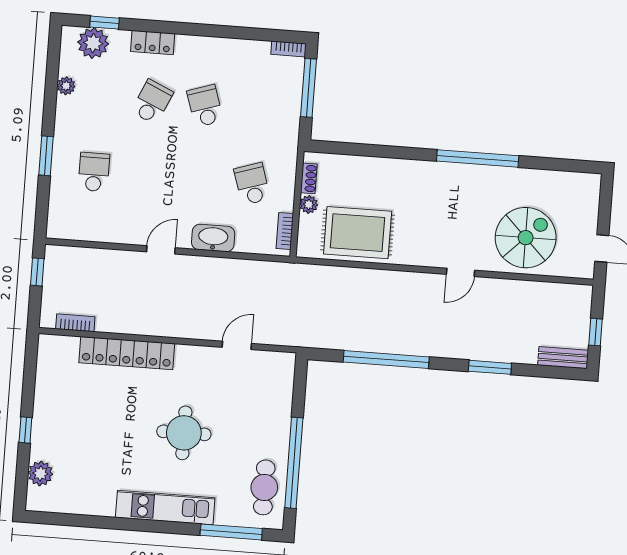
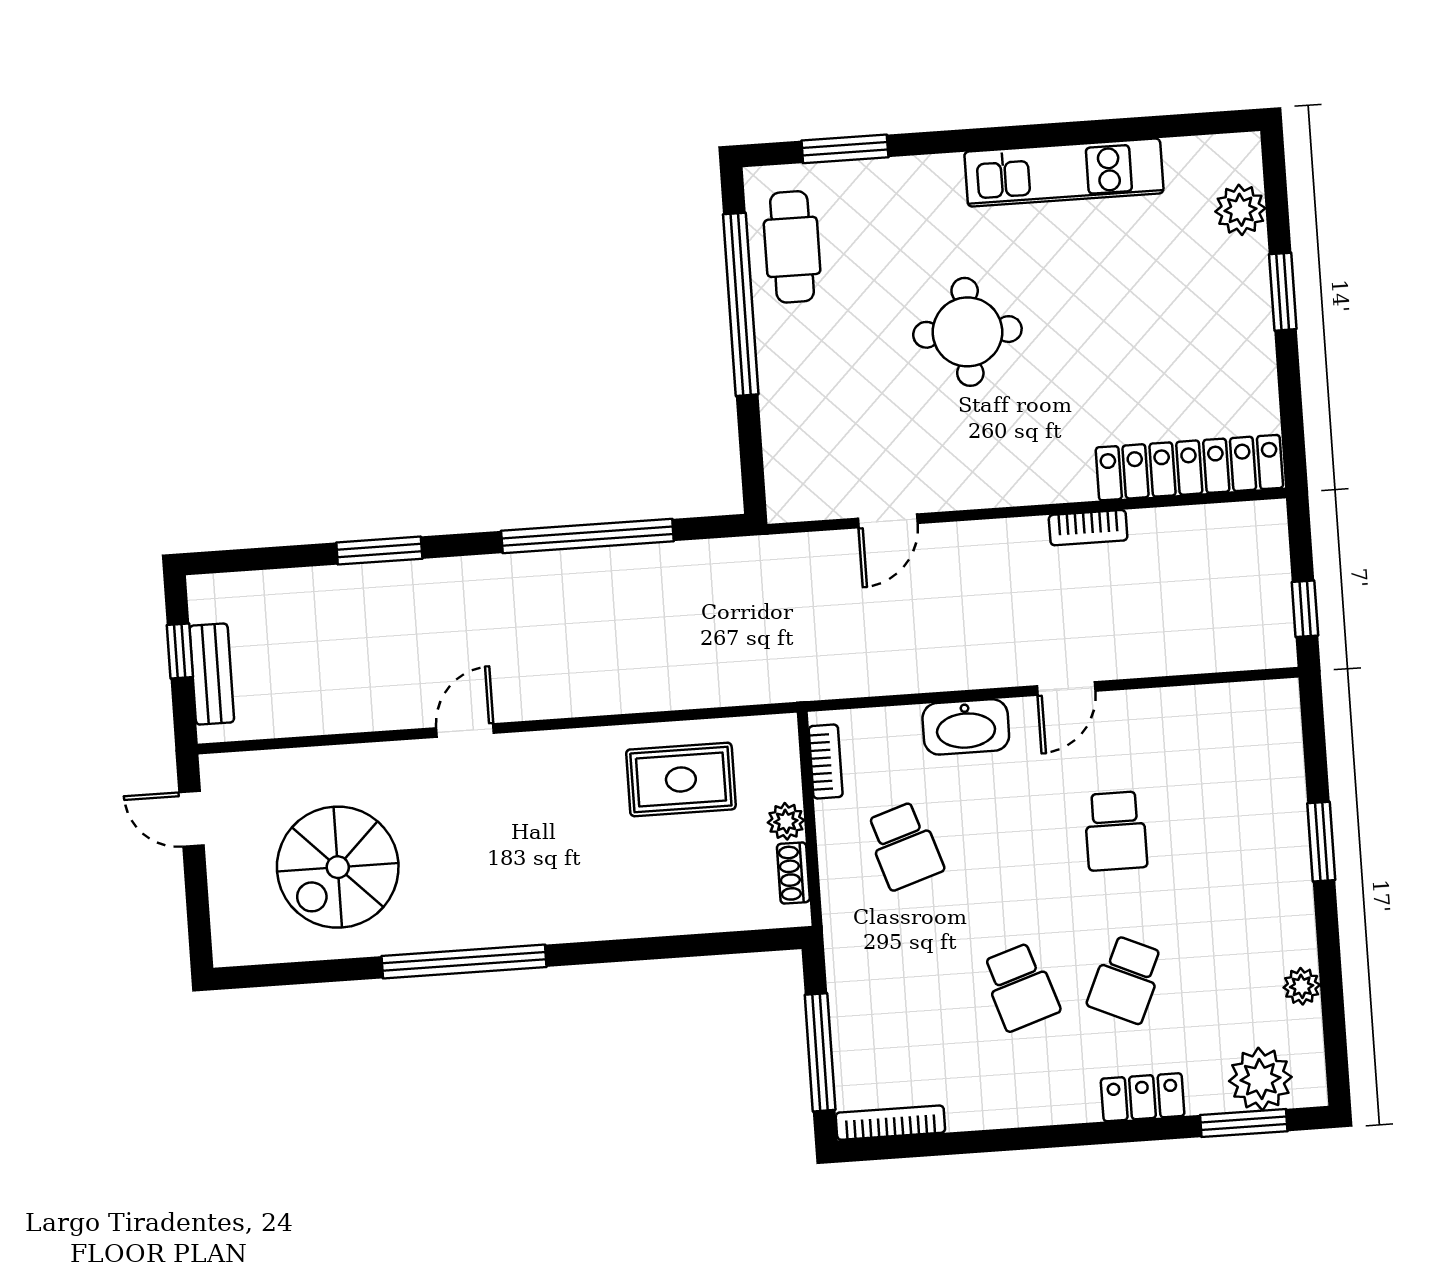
window: (105, 23) -> (1244, 1123), width x1.50
bookcase: (289, 49) -> (890, 1123), width x1.56
school desk: (94, 172) -> (1116, 831), moved
rug: (358, 233) -> (681, 779), width x0.73, depth x0.70
spiral stairs: (526, 238) -> (338, 867), moved
bookcase: (75, 323) -> (1088, 528), moved
locker: (127, 353) -> (1189, 468), moved
bench: (563, 358) -> (212, 674), moved, turned 90
window: (25, 430) -> (1283, 292), width x1.50
kitchen unit: (165, 508) -> (1064, 173), moved
window: (231, 532) -> (845, 149), width x0.69

